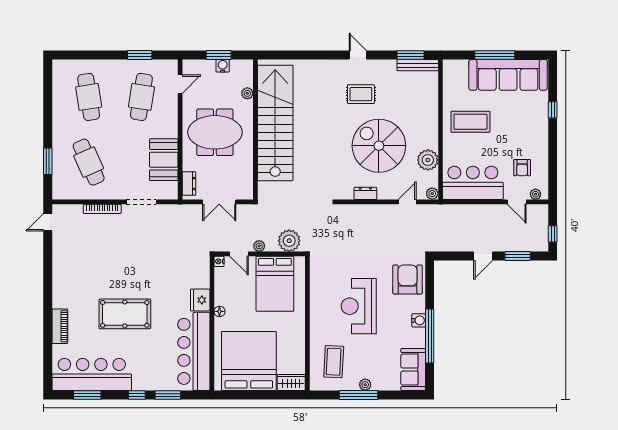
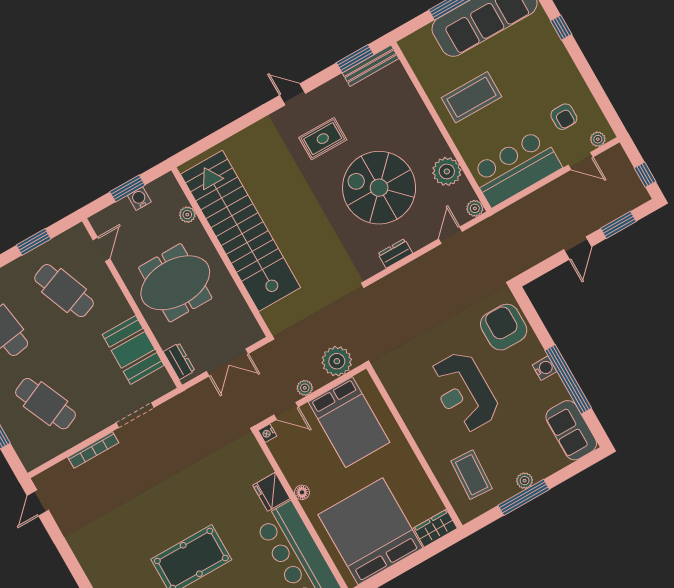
cafe table: (141, 97) -> (64, 291), turned -30

